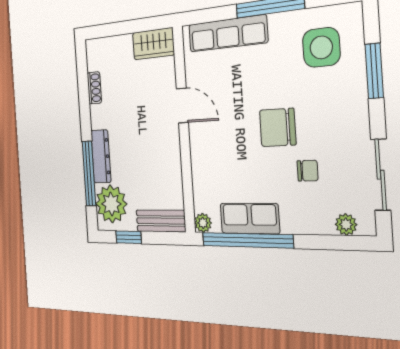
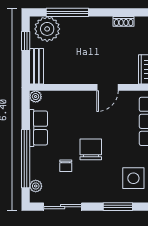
dresser: (101, 156) -> (78, 23), removed
window: (247, 240) -> (26, 159), moved

